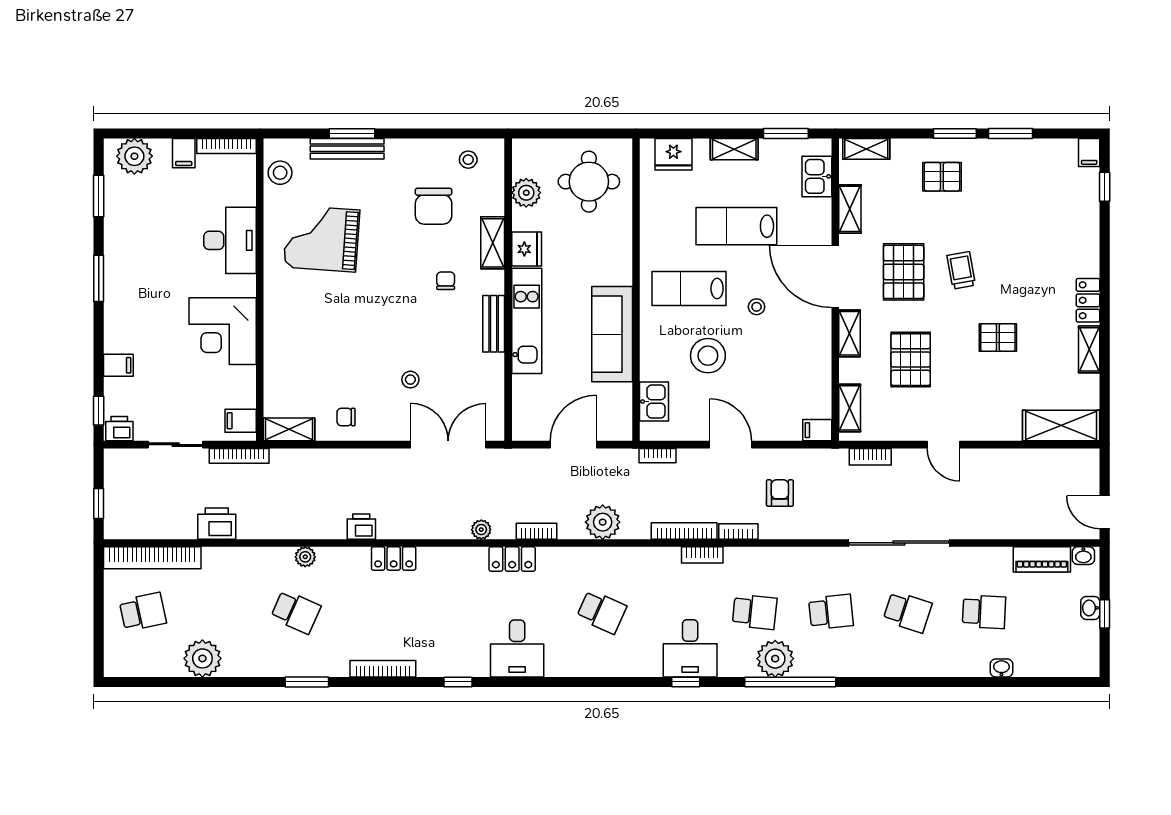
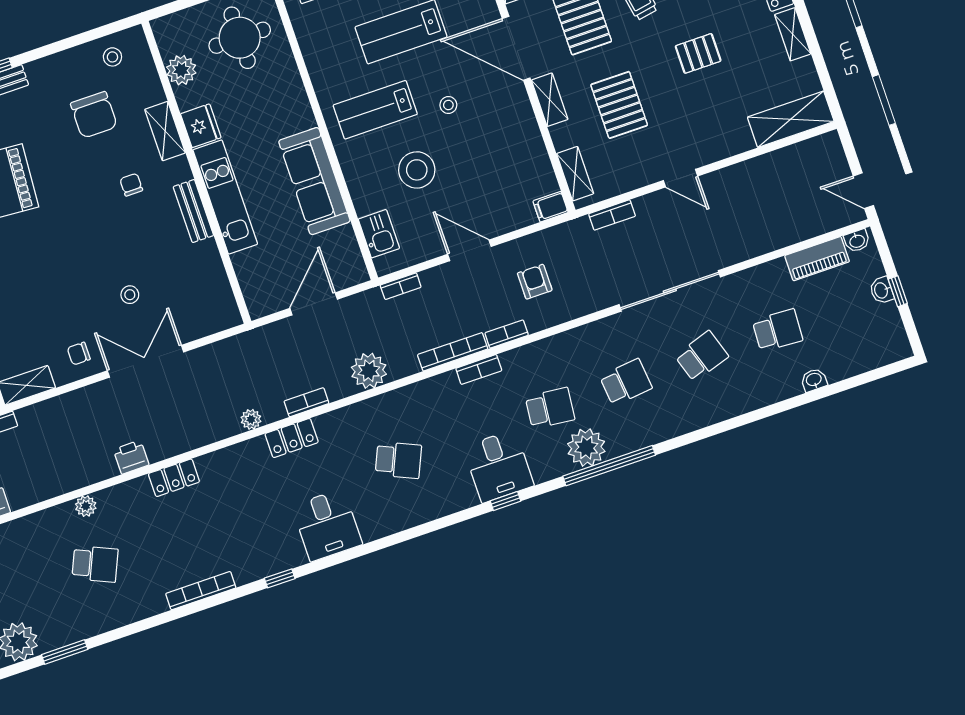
double door: (448, 445) -> (145, 361), moved
school desk: (907, 612) -> (702, 356), turned -36
window: (307, 682) -> (65, 652), moved

